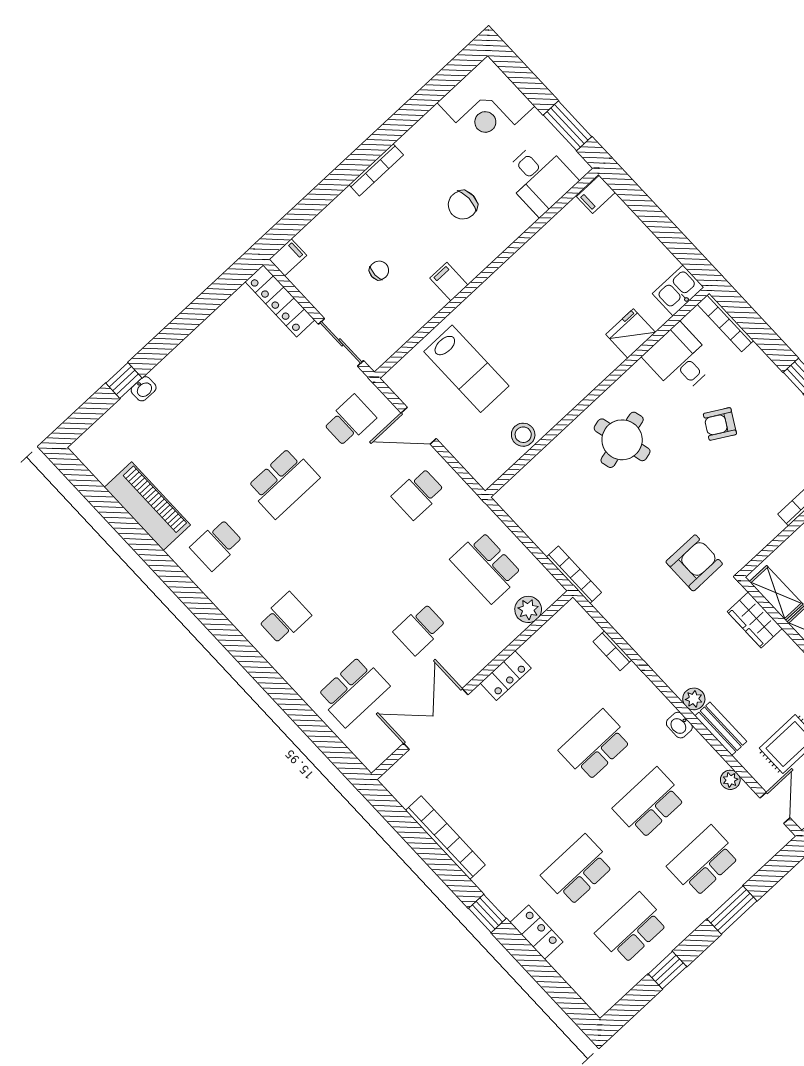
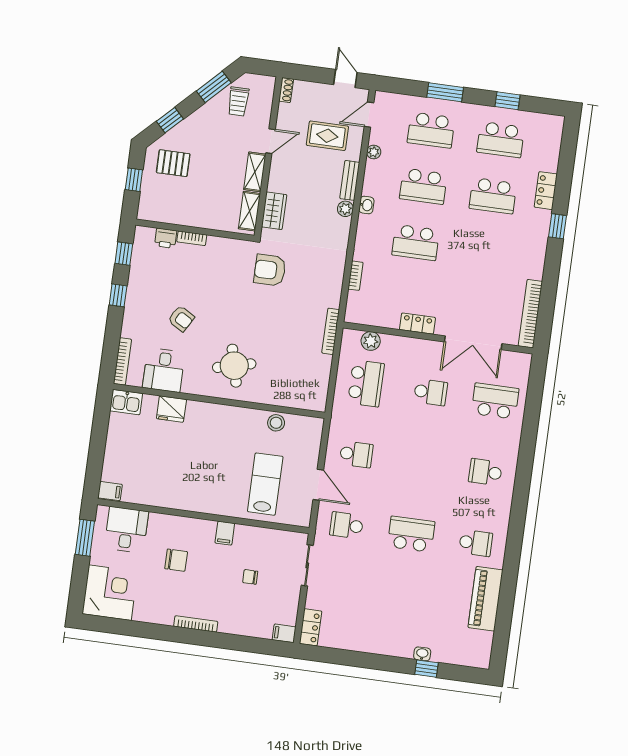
locker: (280, 301) -> (311, 627), width x0.66
bookcase: (445, 838) -> (530, 314), moved

